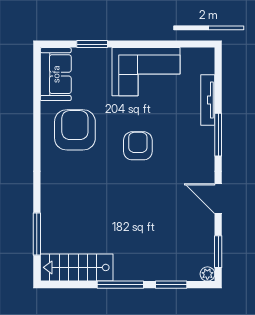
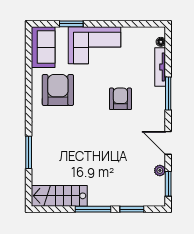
floor lamp: (209, 67) -> (161, 42), added
corner sofa: (146, 72) -> (95, 45), moved
armchair: (138, 146) -> (120, 99), moved
window: (37, 234) -> (29, 152), moved
plant: (207, 274) -> (160, 170), moved

